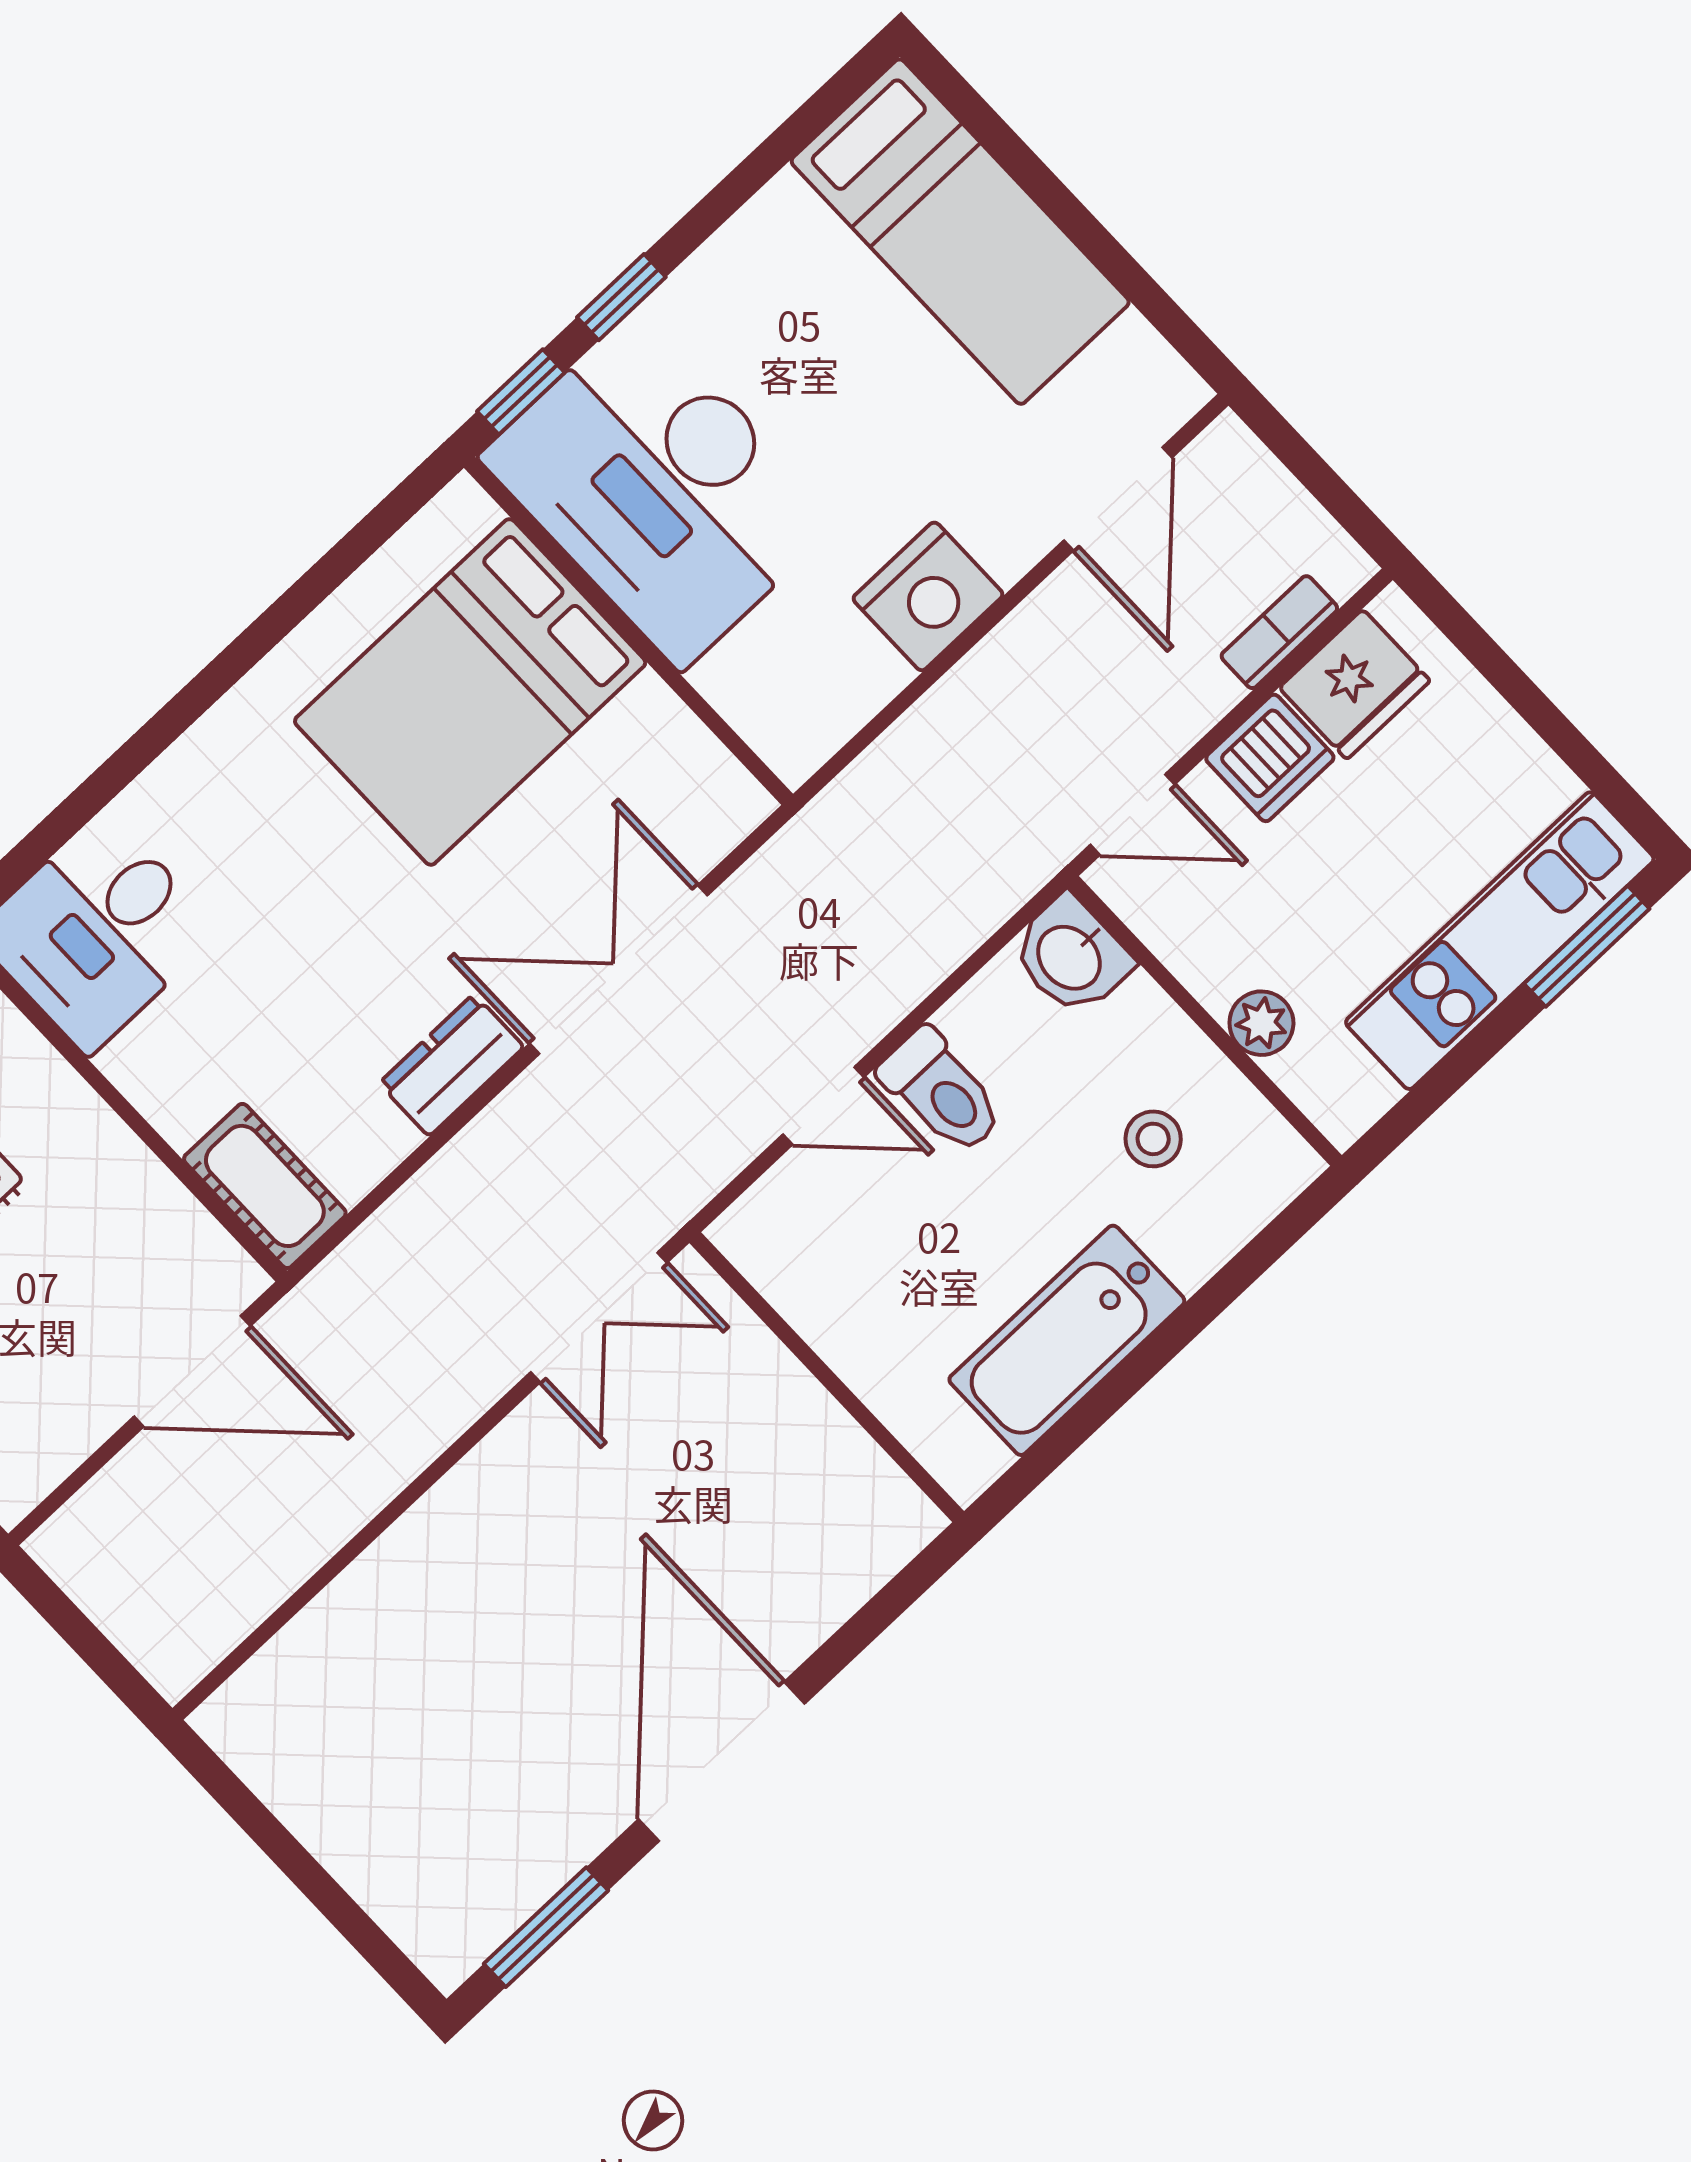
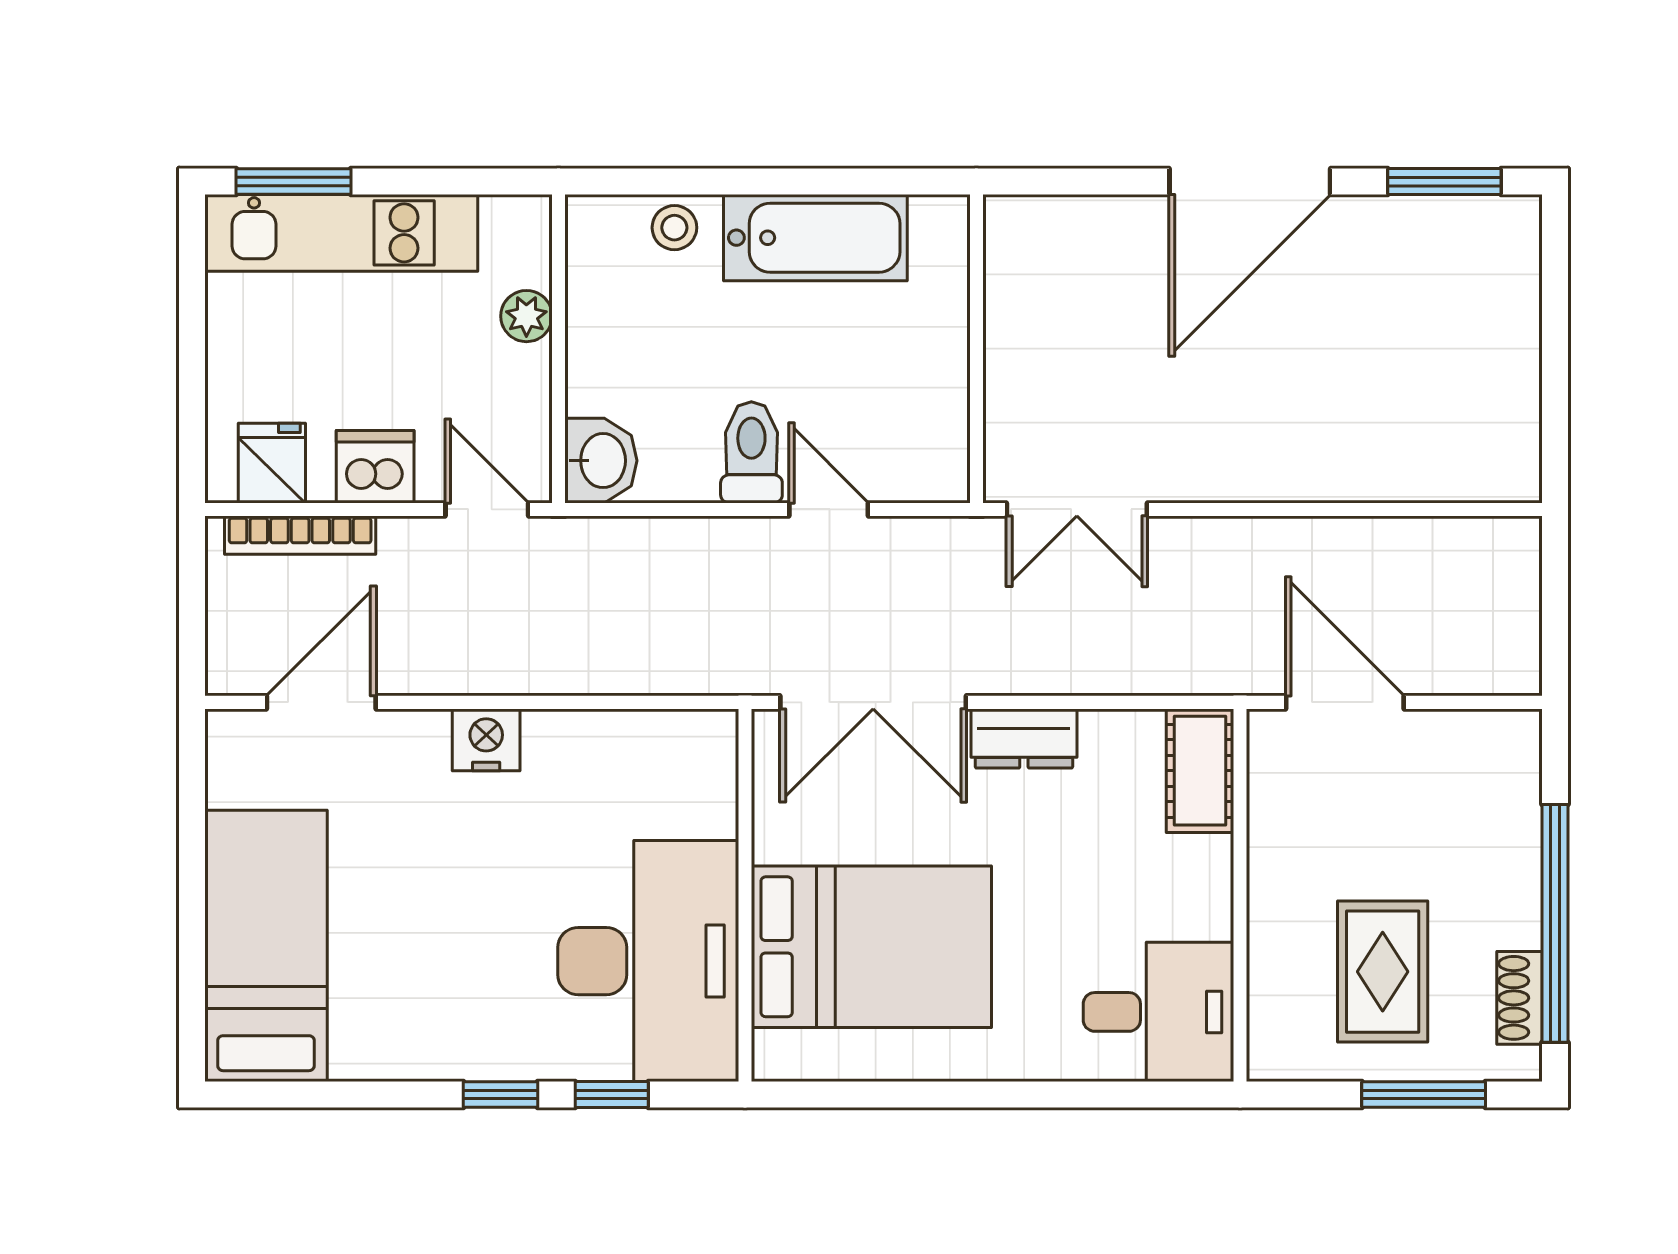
desk: (660, 489) -> (648, 961), moved
nightstand: (928, 596) -> (486, 740), width x0.74, depth x0.75
wall: (628, 631) -> (745, 895), moved
bookcase: (1279, 632) -> (300, 535), width x1.56
fridge: (1355, 684) -> (272, 463), width x0.72
bed: (470, 692) -> (871, 947), moved
stool: (1153, 1139) -> (674, 228), moved
double door: (599, 1317) -> (1077, 509), swing flipped

